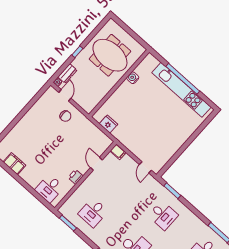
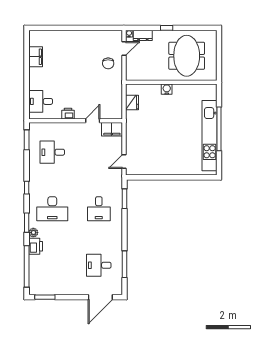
water cooler: (133, 78) -> (167, 89), moved
filing cabinet: (118, 152) -> (112, 129), width x2.00

